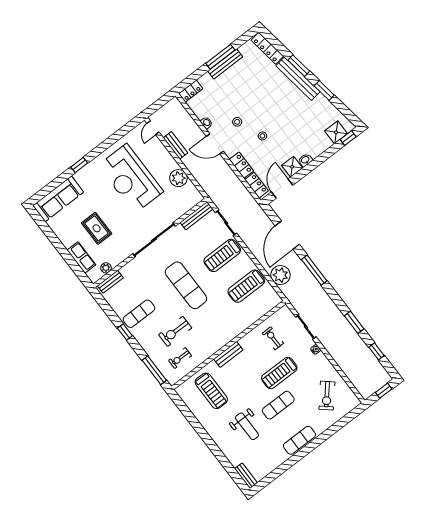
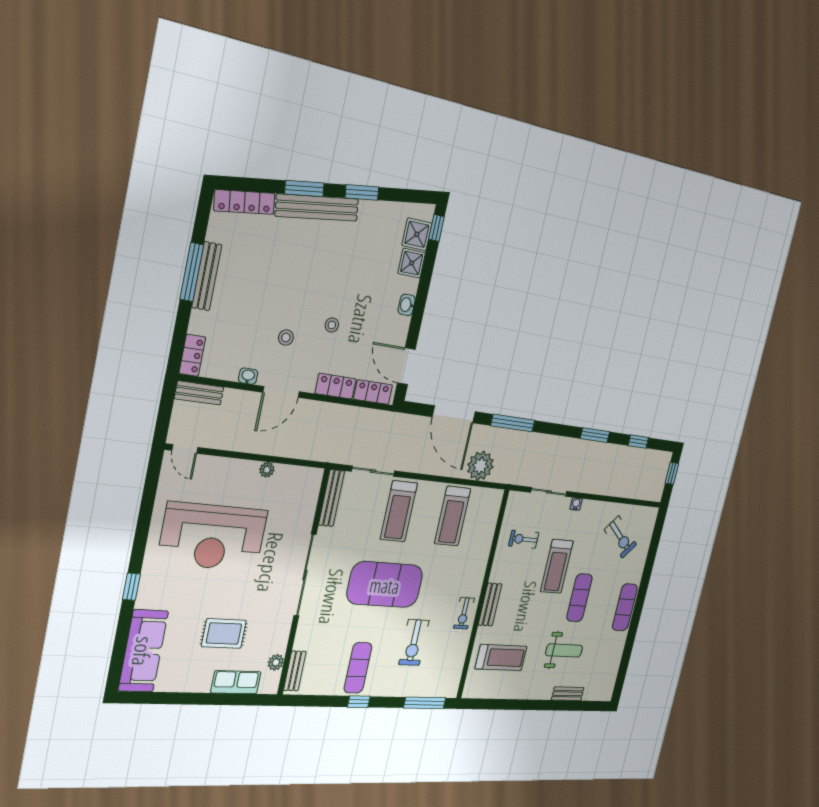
bench: (175, 145) -> (199, 393), moved
shower: (292, 167) -> (412, 263), moved
plant: (178, 178) -> (267, 470), width x0.53, depth x0.53
exercise mat: (186, 285) -> (385, 585), width x1.47
exercise bike: (180, 358) -> (464, 613), moved
bench: (246, 476) -> (568, 694), moved

